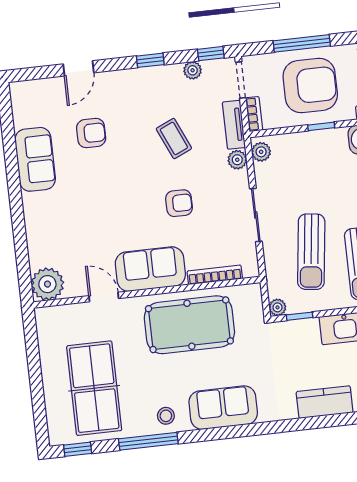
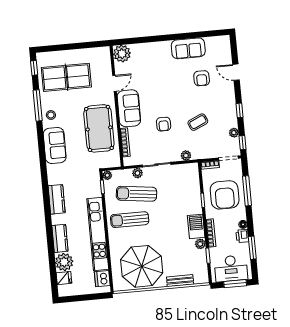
tv unit: (234, 125) -> (205, 154), removed
plant: (261, 152) -> (137, 173), moved

